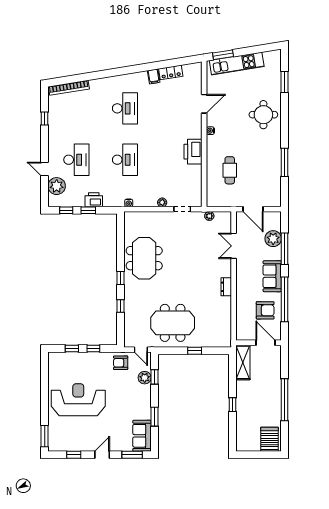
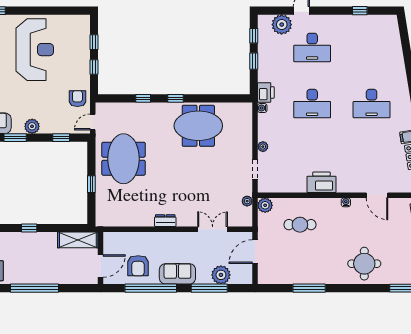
bookcase: (69, 88) -> (395, 39), removed
printer: (94, 200) -> (266, 92), moved
plant: (213, 200) -> (265, 205), added
plant: (145, 378) -> (32, 126), moved

